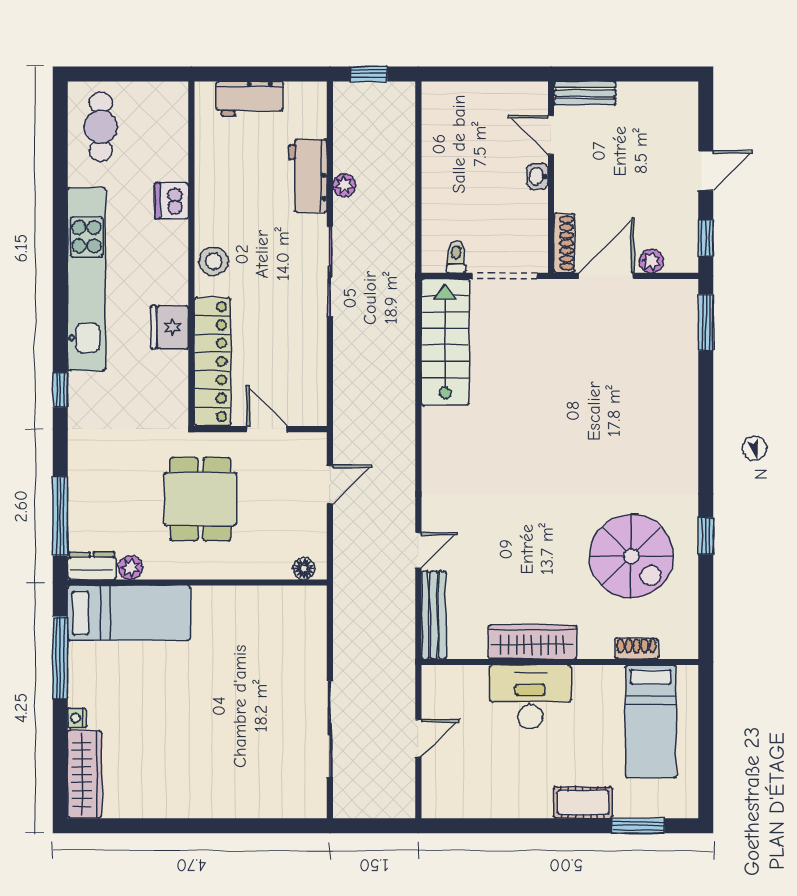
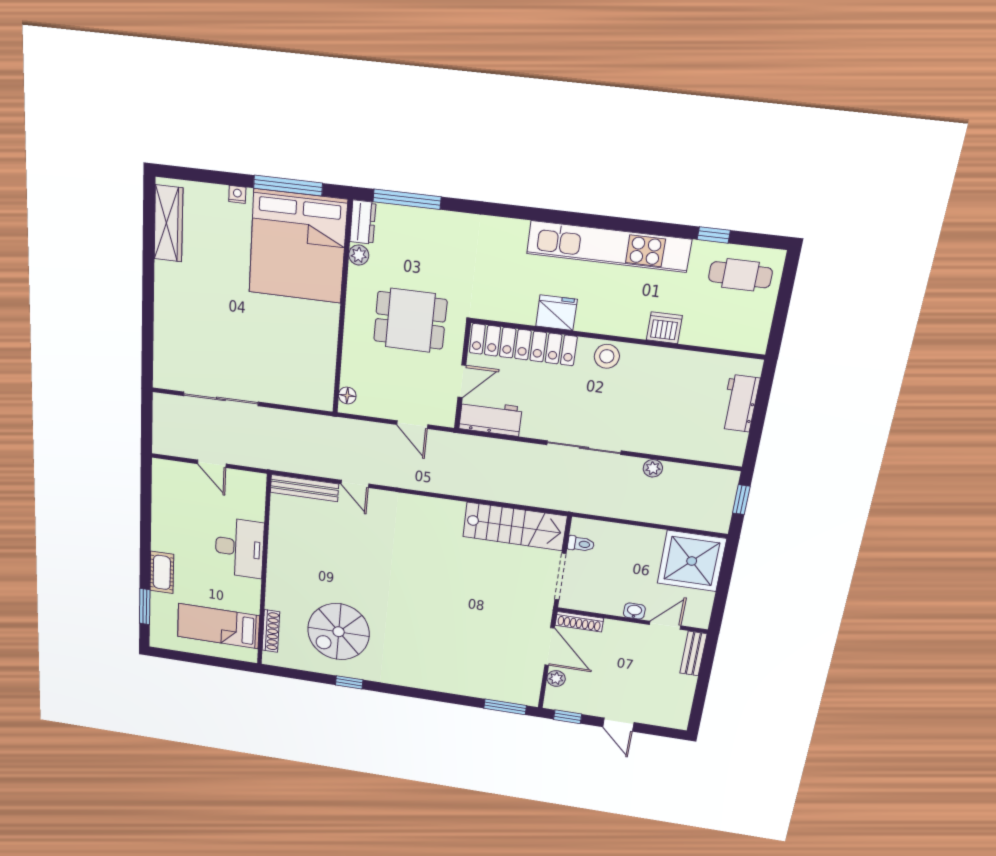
shower: (458, 118) -> (692, 561), added
workbench: (308, 176) -> (490, 418), moved
window: (60, 390) -> (714, 235), moved
bed: (129, 613) -> (298, 246), width x2.04
wardrobe: (532, 642) -> (280, 555), removed
shoe rack: (637, 649) -> (271, 631), width x1.43
wardrobe: (85, 774) -> (168, 224), moved, turned -90

